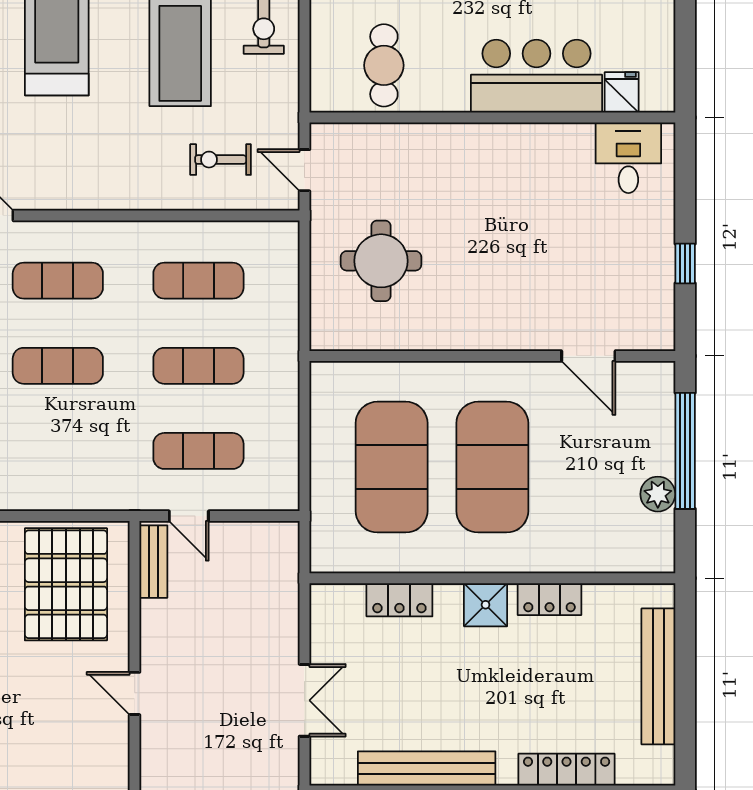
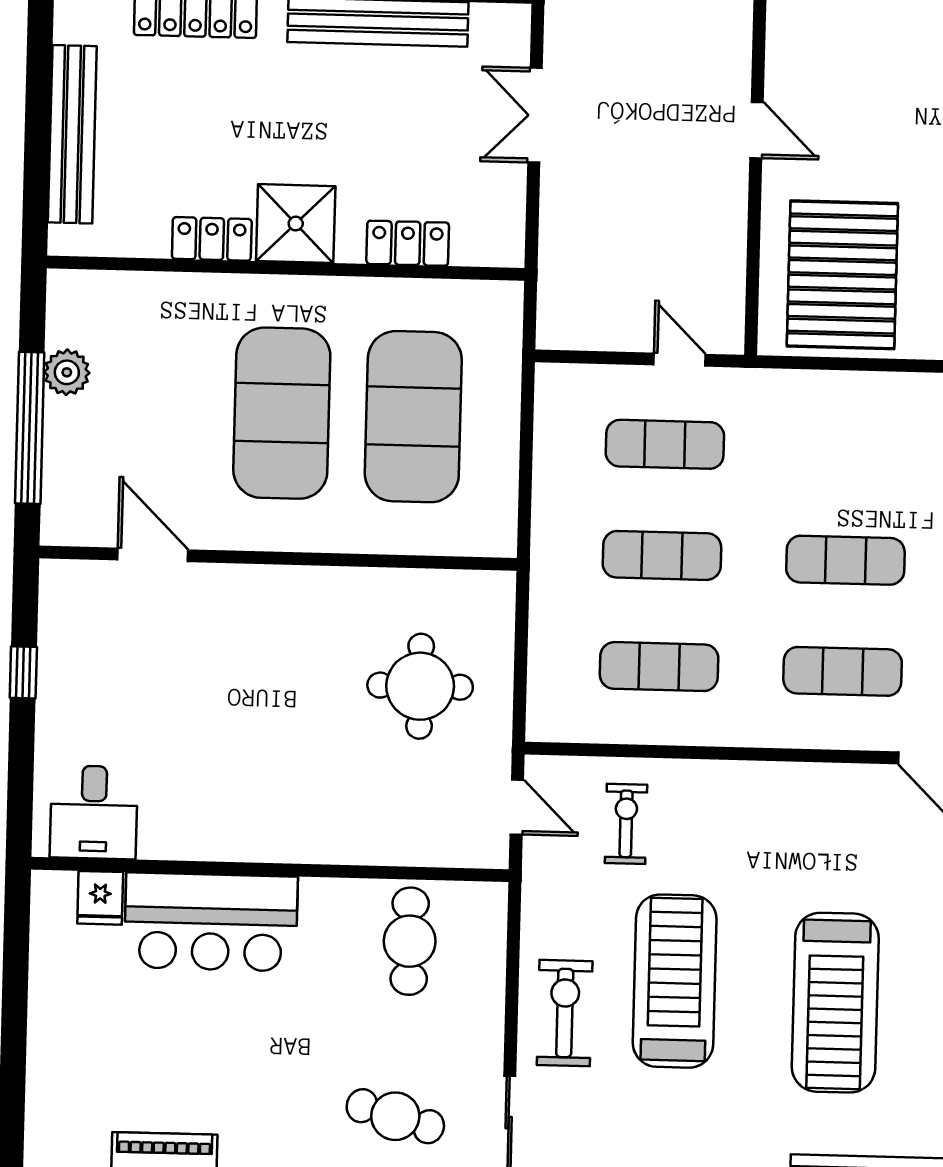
exercise bike: (221, 160) -> (626, 824), turned -90
bench: (153, 562) -> (727, 301), removed
shower: (486, 605) -> (296, 224), width x1.36, depth x1.36

